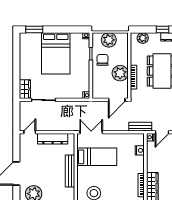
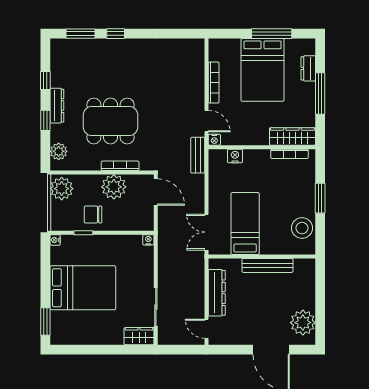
plant: (109, 40) -> (62, 189), moved

